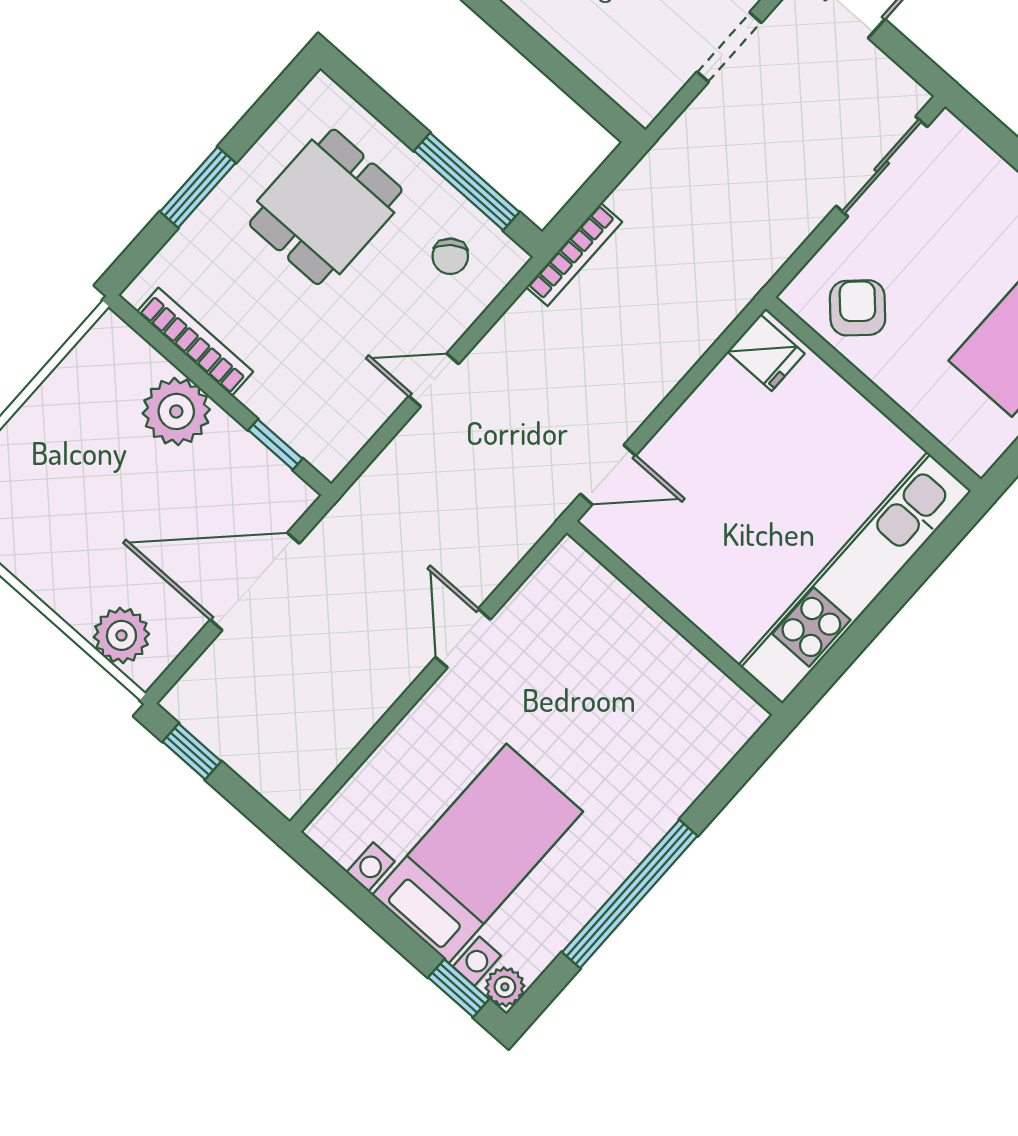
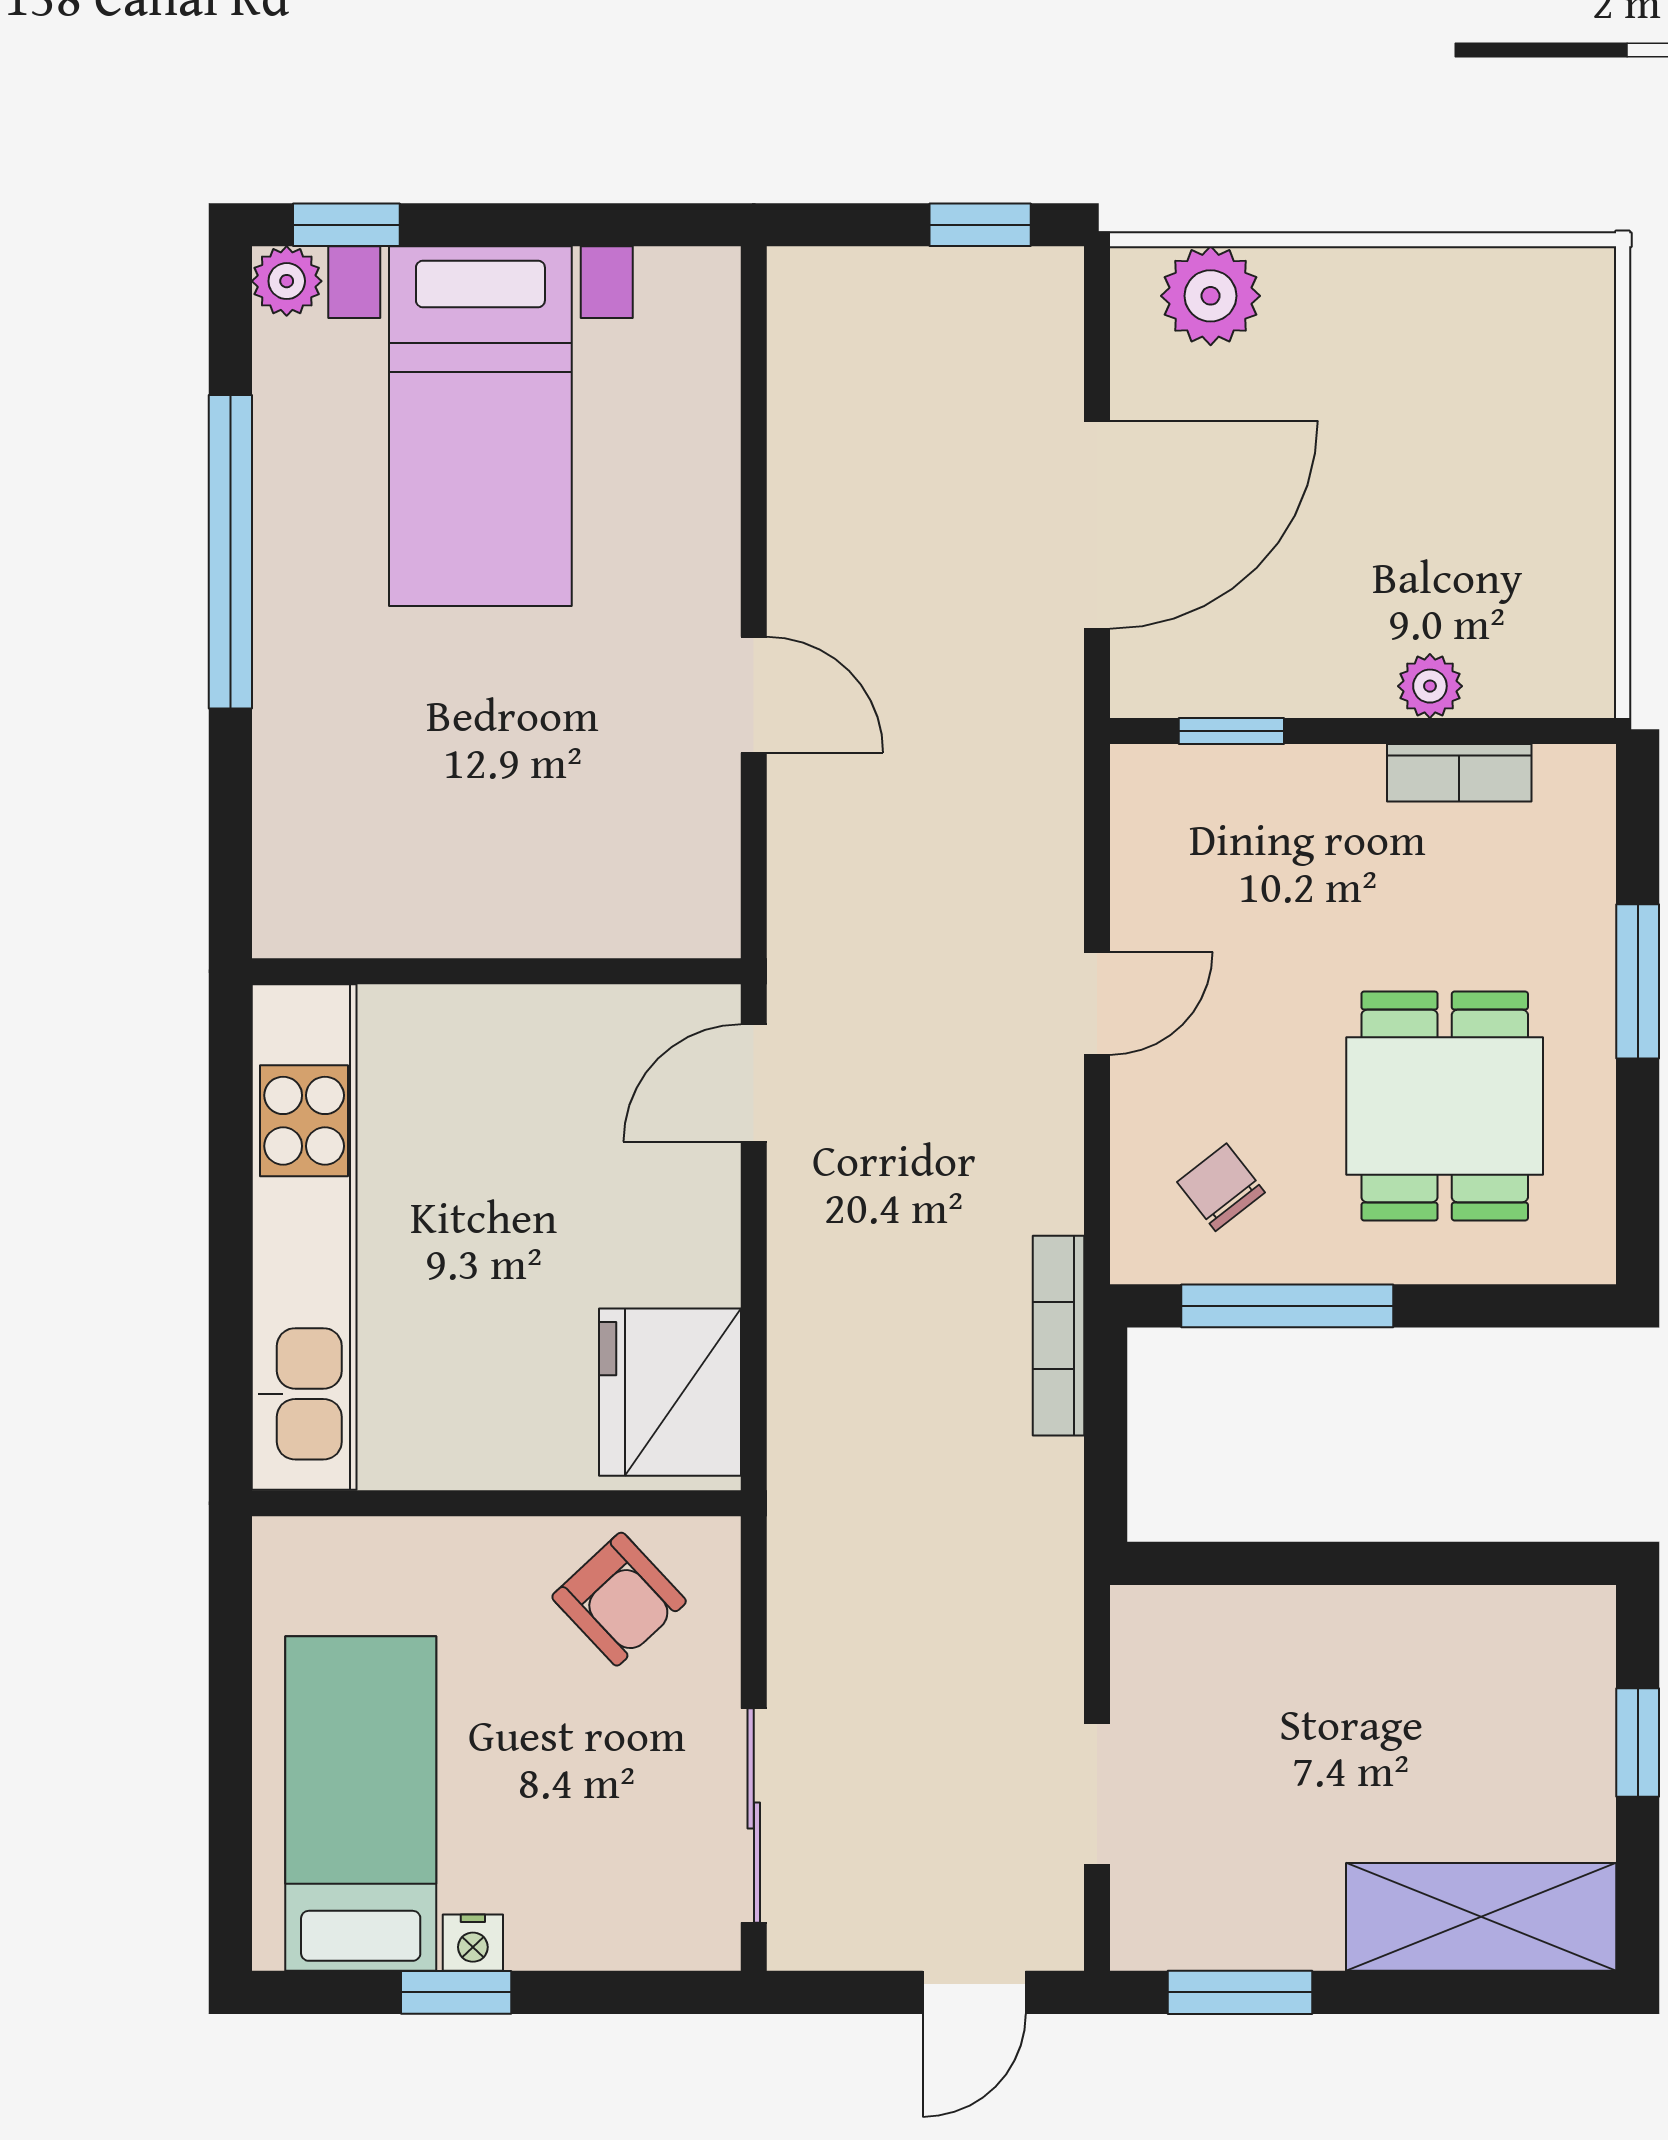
bookcase: (195, 342) -> (1459, 773), width x0.64
fridge: (766, 353) -> (670, 1392), width x1.88, depth x1.34
plant: (176, 411) -> (1430, 686), width x0.53, depth x0.53

